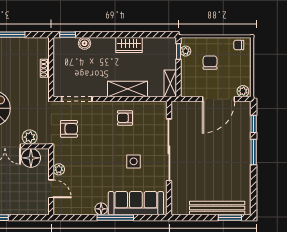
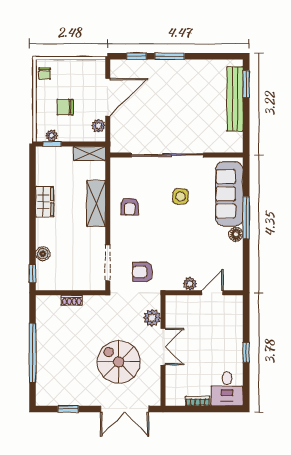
plant: (243, 91) -> (99, 126), moved
door: (219, 99) -> (108, 97), hinge flipped
armchair: (69, 129) -> (143, 272), turned -90
floor lamp: (31, 158) -> (176, 316), removed

